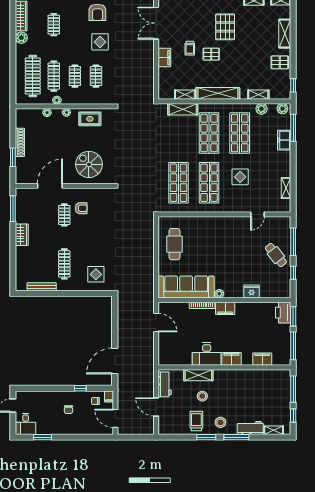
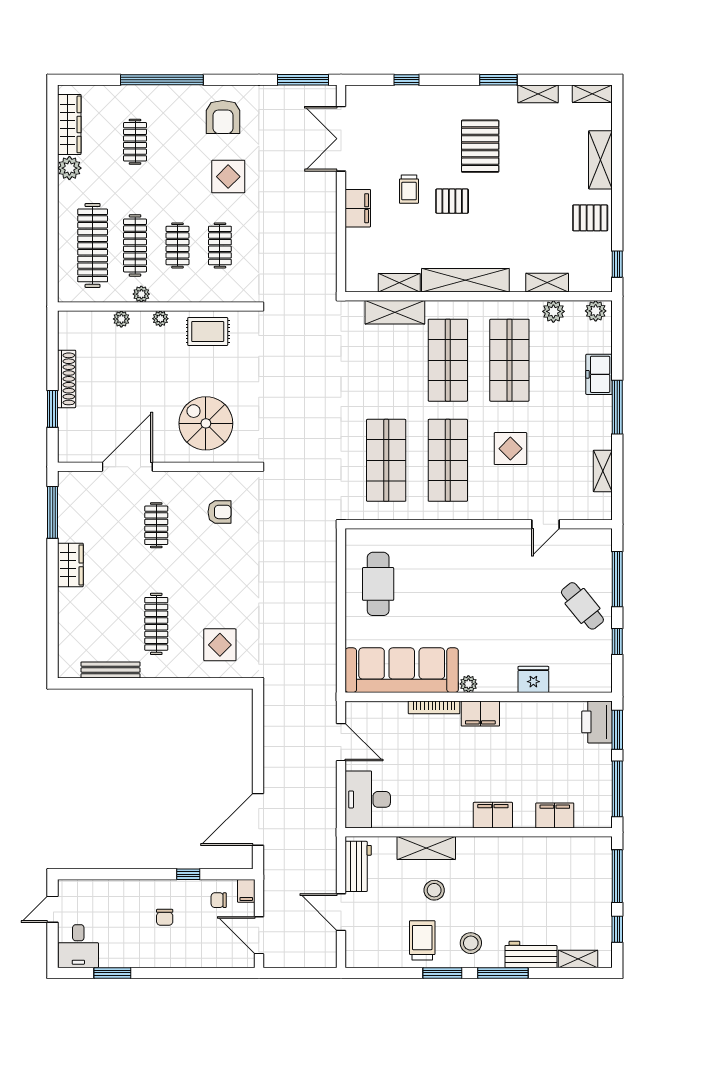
window: (293, 128) -> (617, 407), moved
armchair: (81, 208) -> (220, 512), moved
desk: (207, 354) -> (368, 799), moved, turned 90

